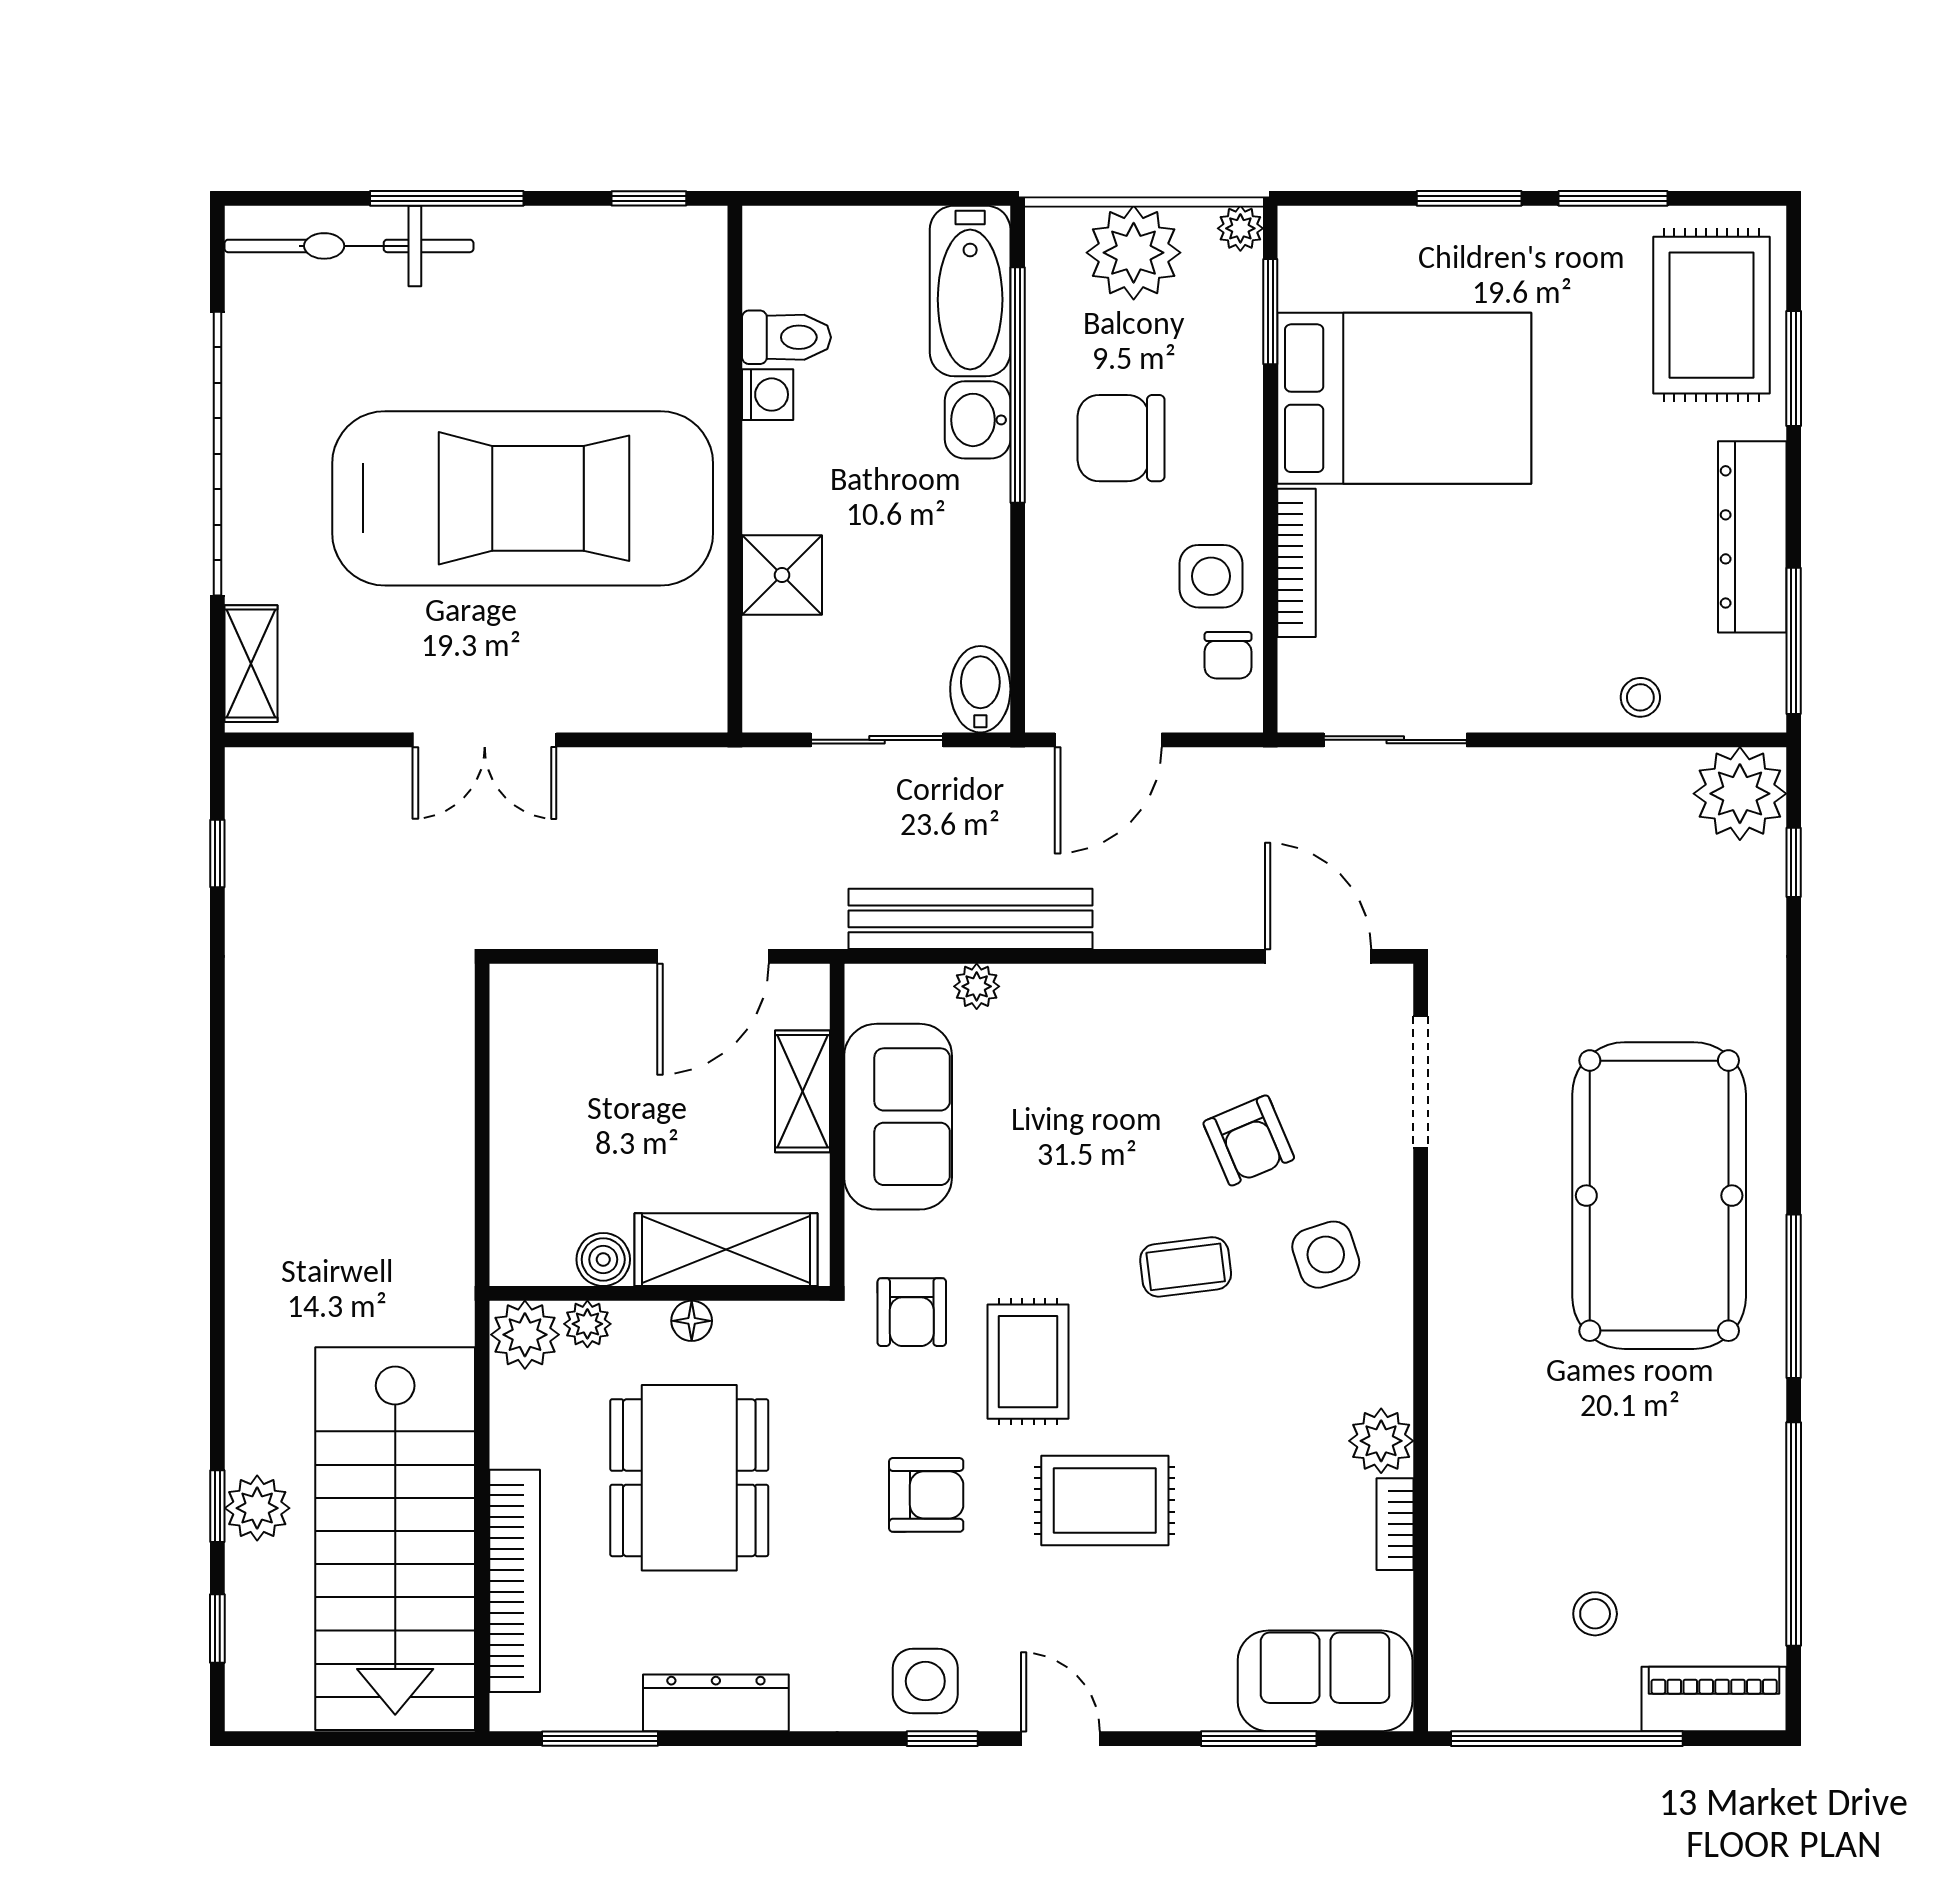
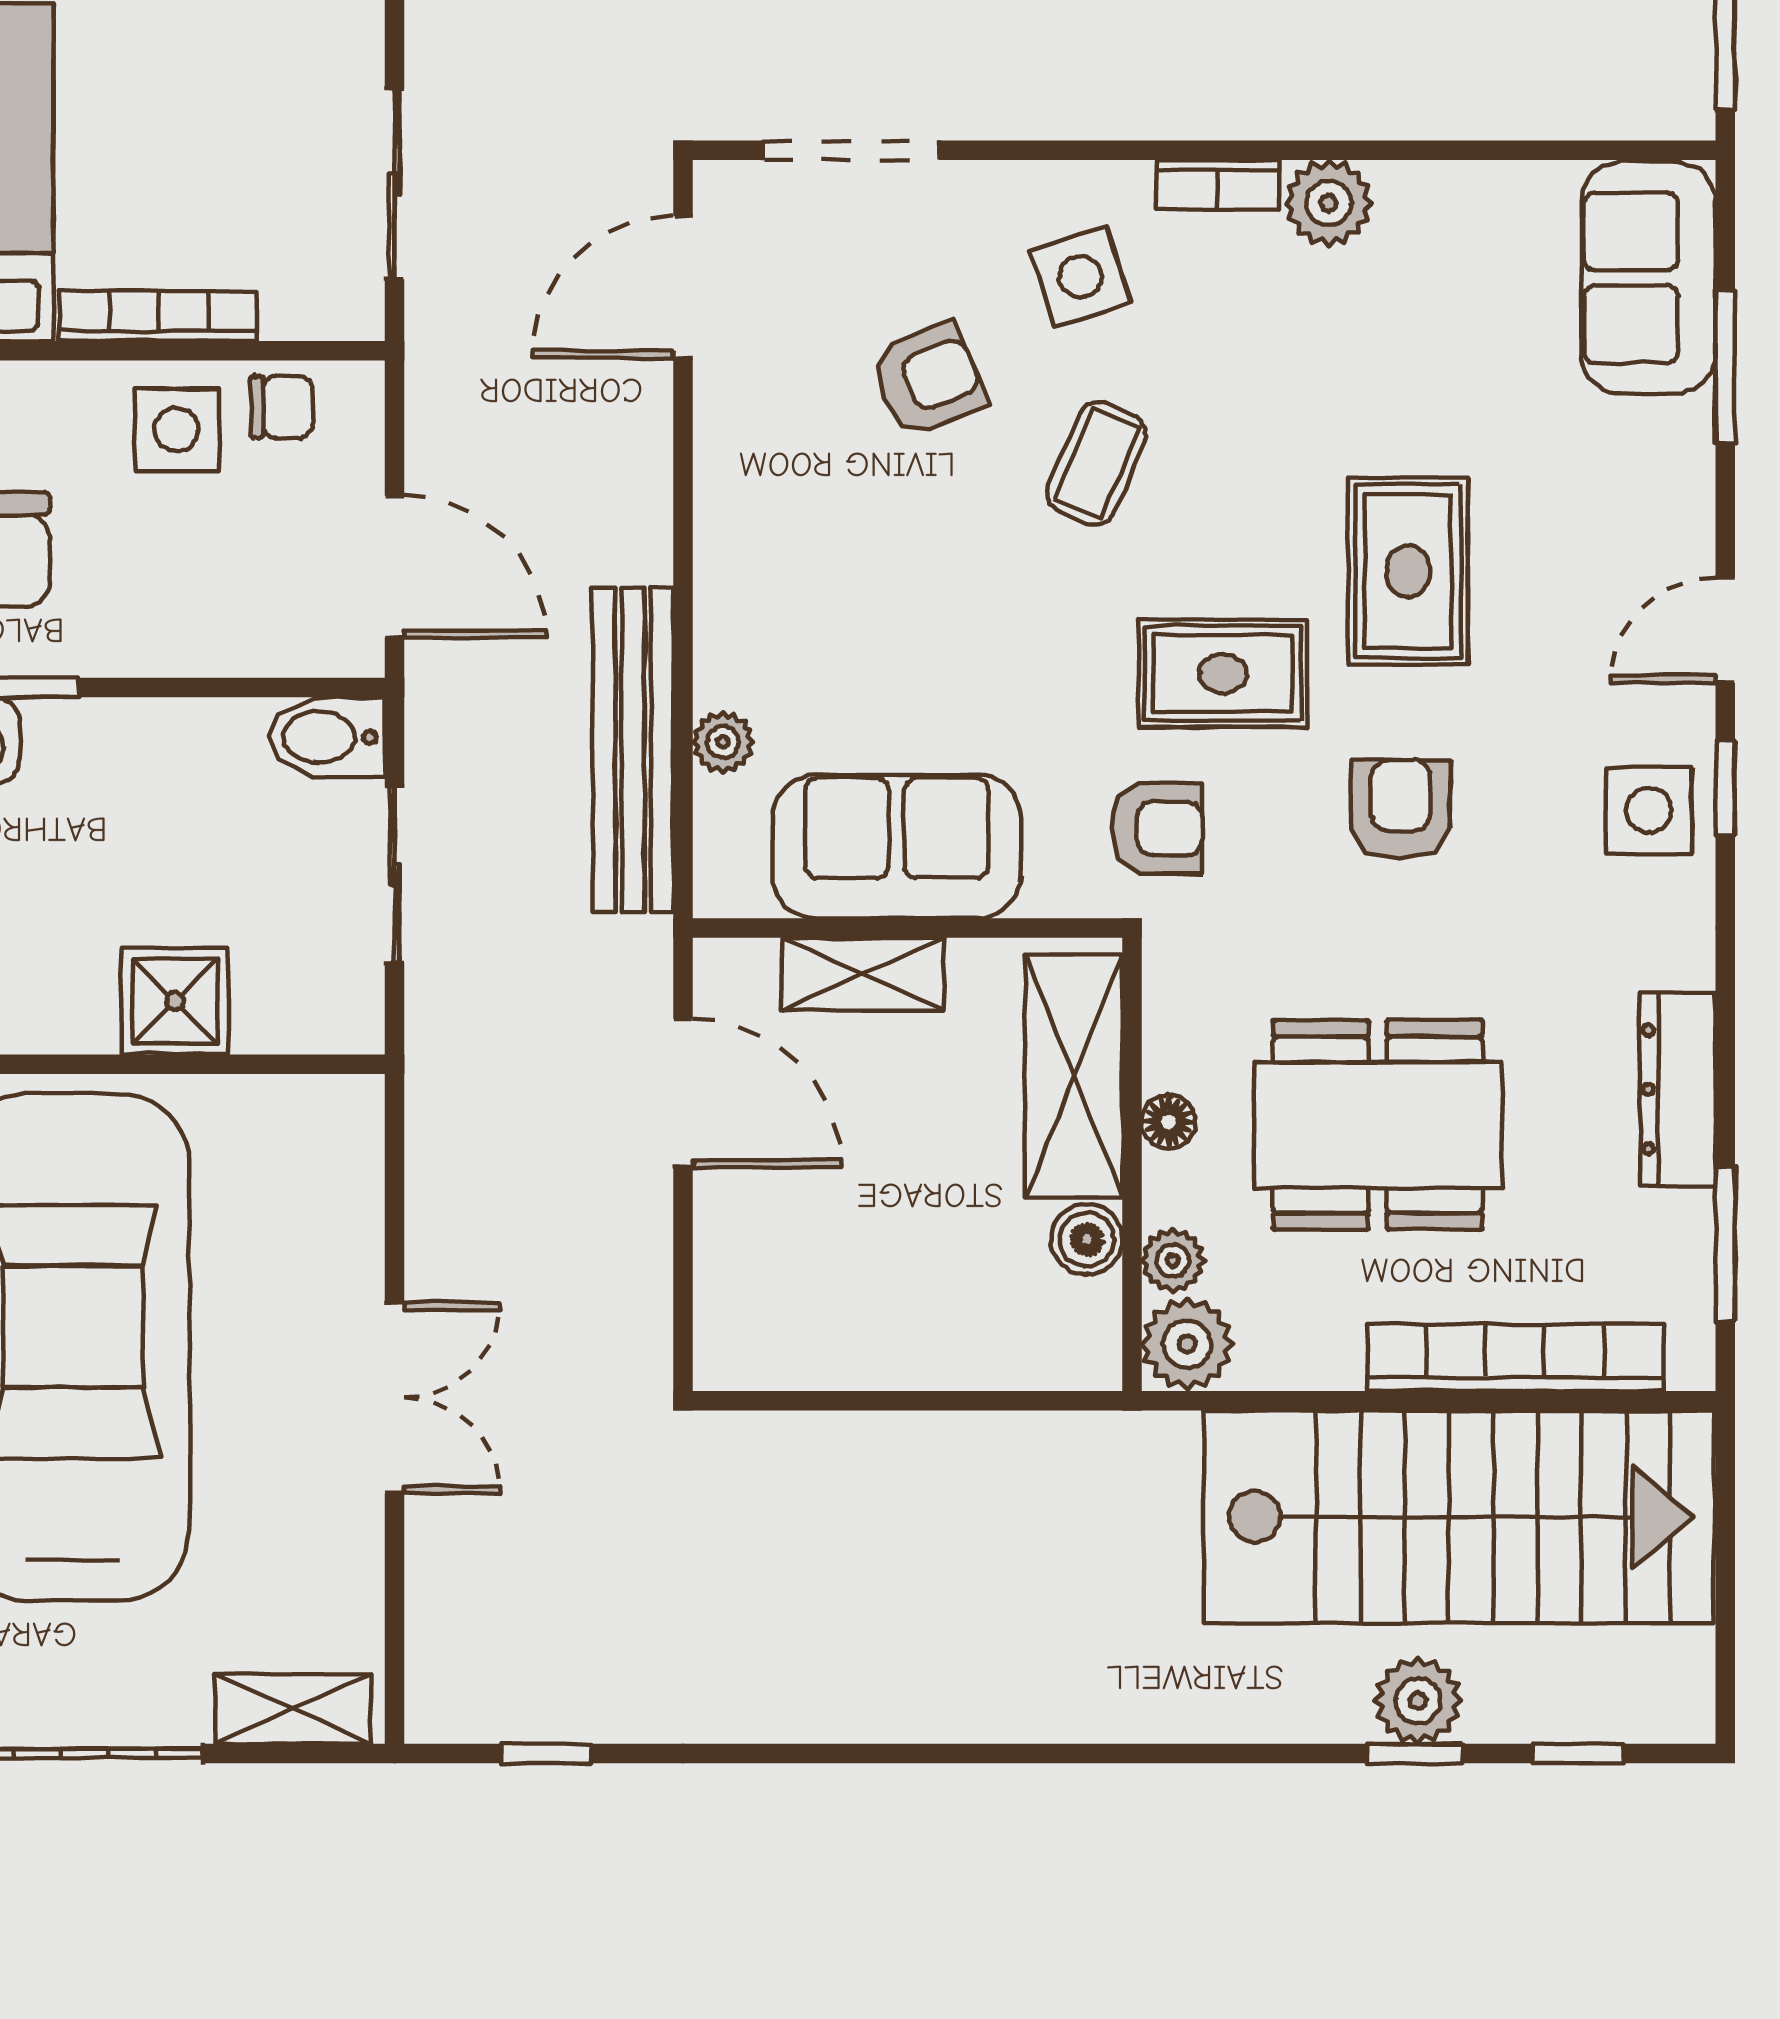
coffee table: (1186, 1267) -> (1097, 464), turned 30
bookcase: (1395, 1524) -> (1218, 184), moved

